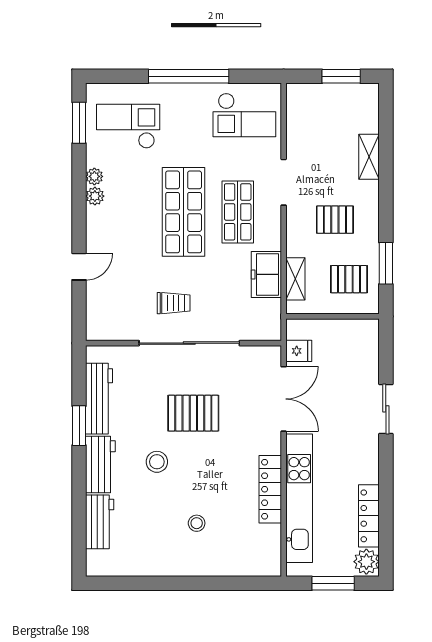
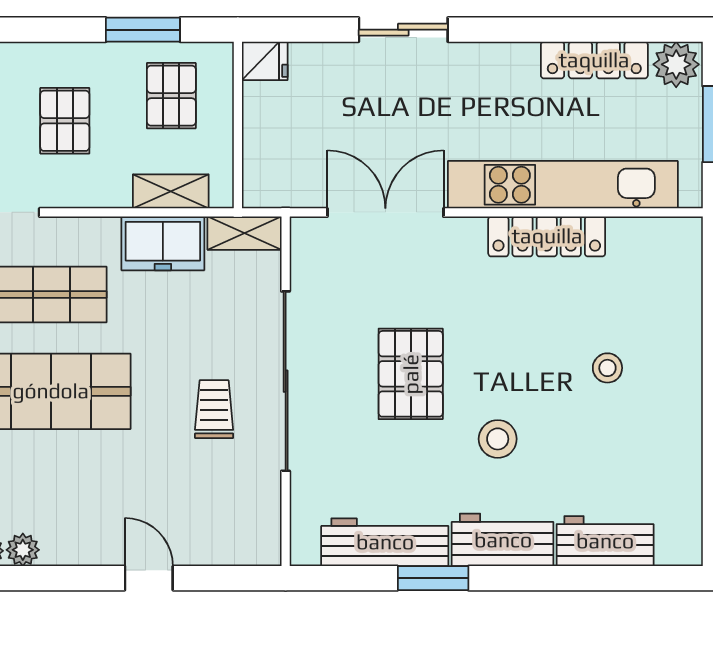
shelving: (272, 320) -> (245, 233), added
fridge: (299, 351) -> (265, 61), moved, turned 90

